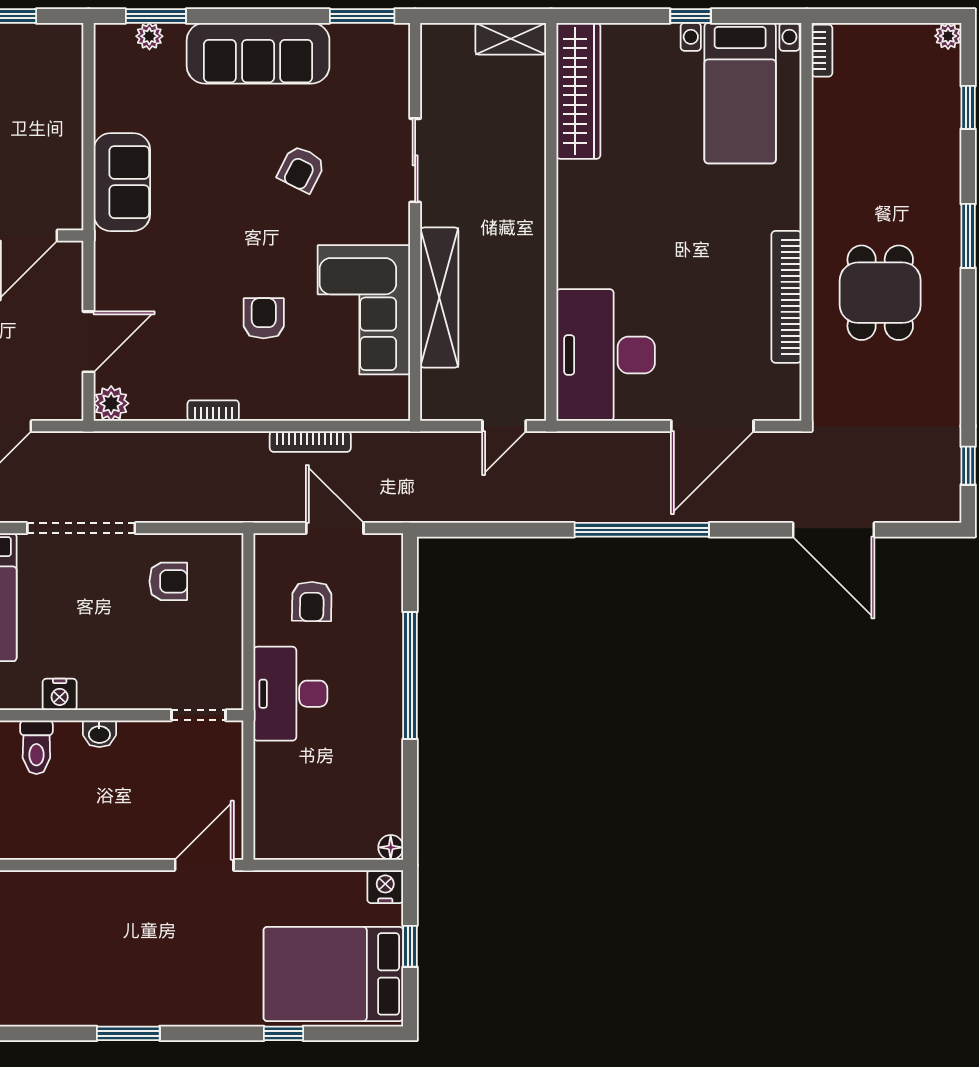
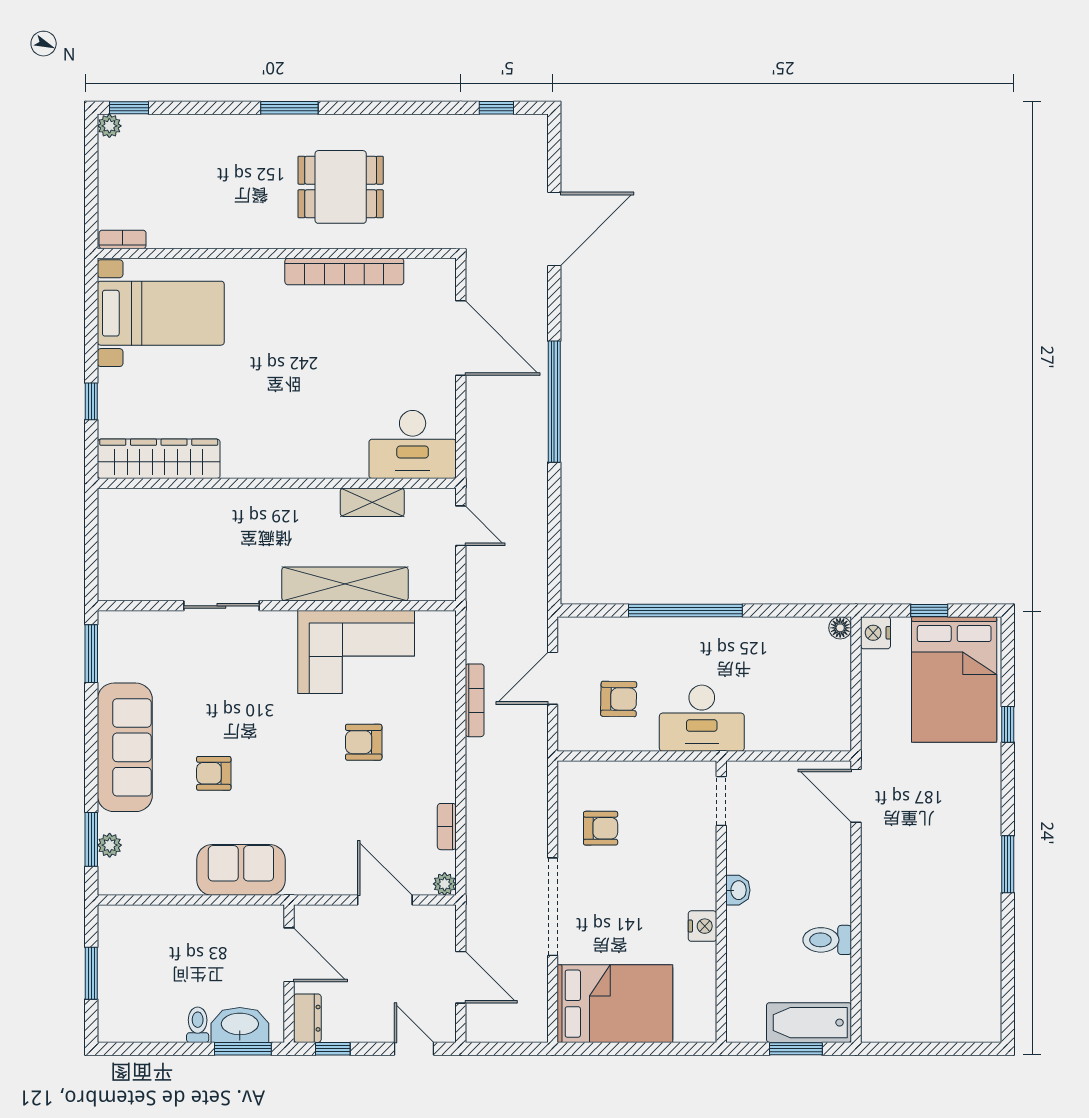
window: (690, 16) -> (91, 401), moved
shelving: (511, 39) -> (372, 502), moved, turned 90
window: (968, 107) -> (129, 108), moved
armchair: (301, 169) -> (214, 773), moved, turned 153
desk: (606, 355) -> (413, 444), width x0.73, depth x0.77
plant: (111, 403) -> (445, 884), width x0.73, depth x0.73
bookcase: (213, 411) -> (447, 827), moved
armchair: (168, 581) -> (601, 828), turned 90
toilet: (36, 747) -> (827, 940), moved, turned 180

